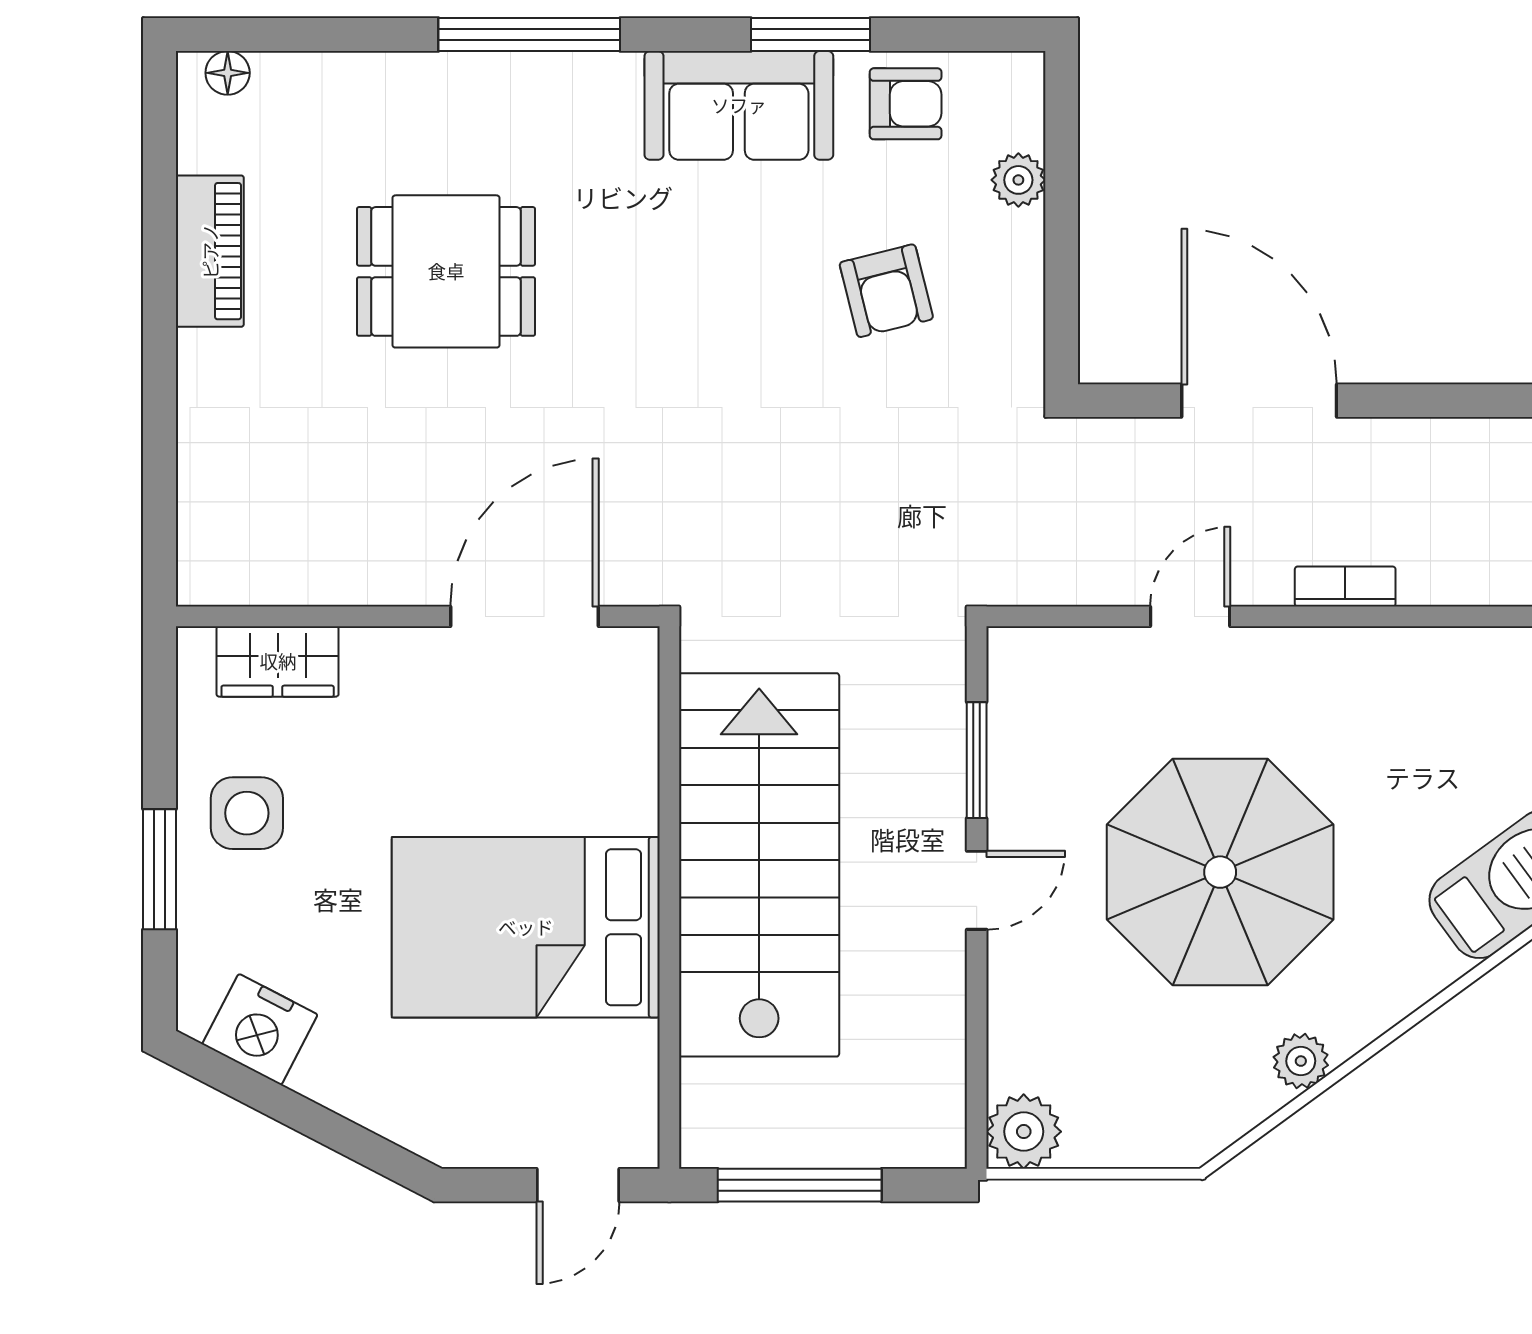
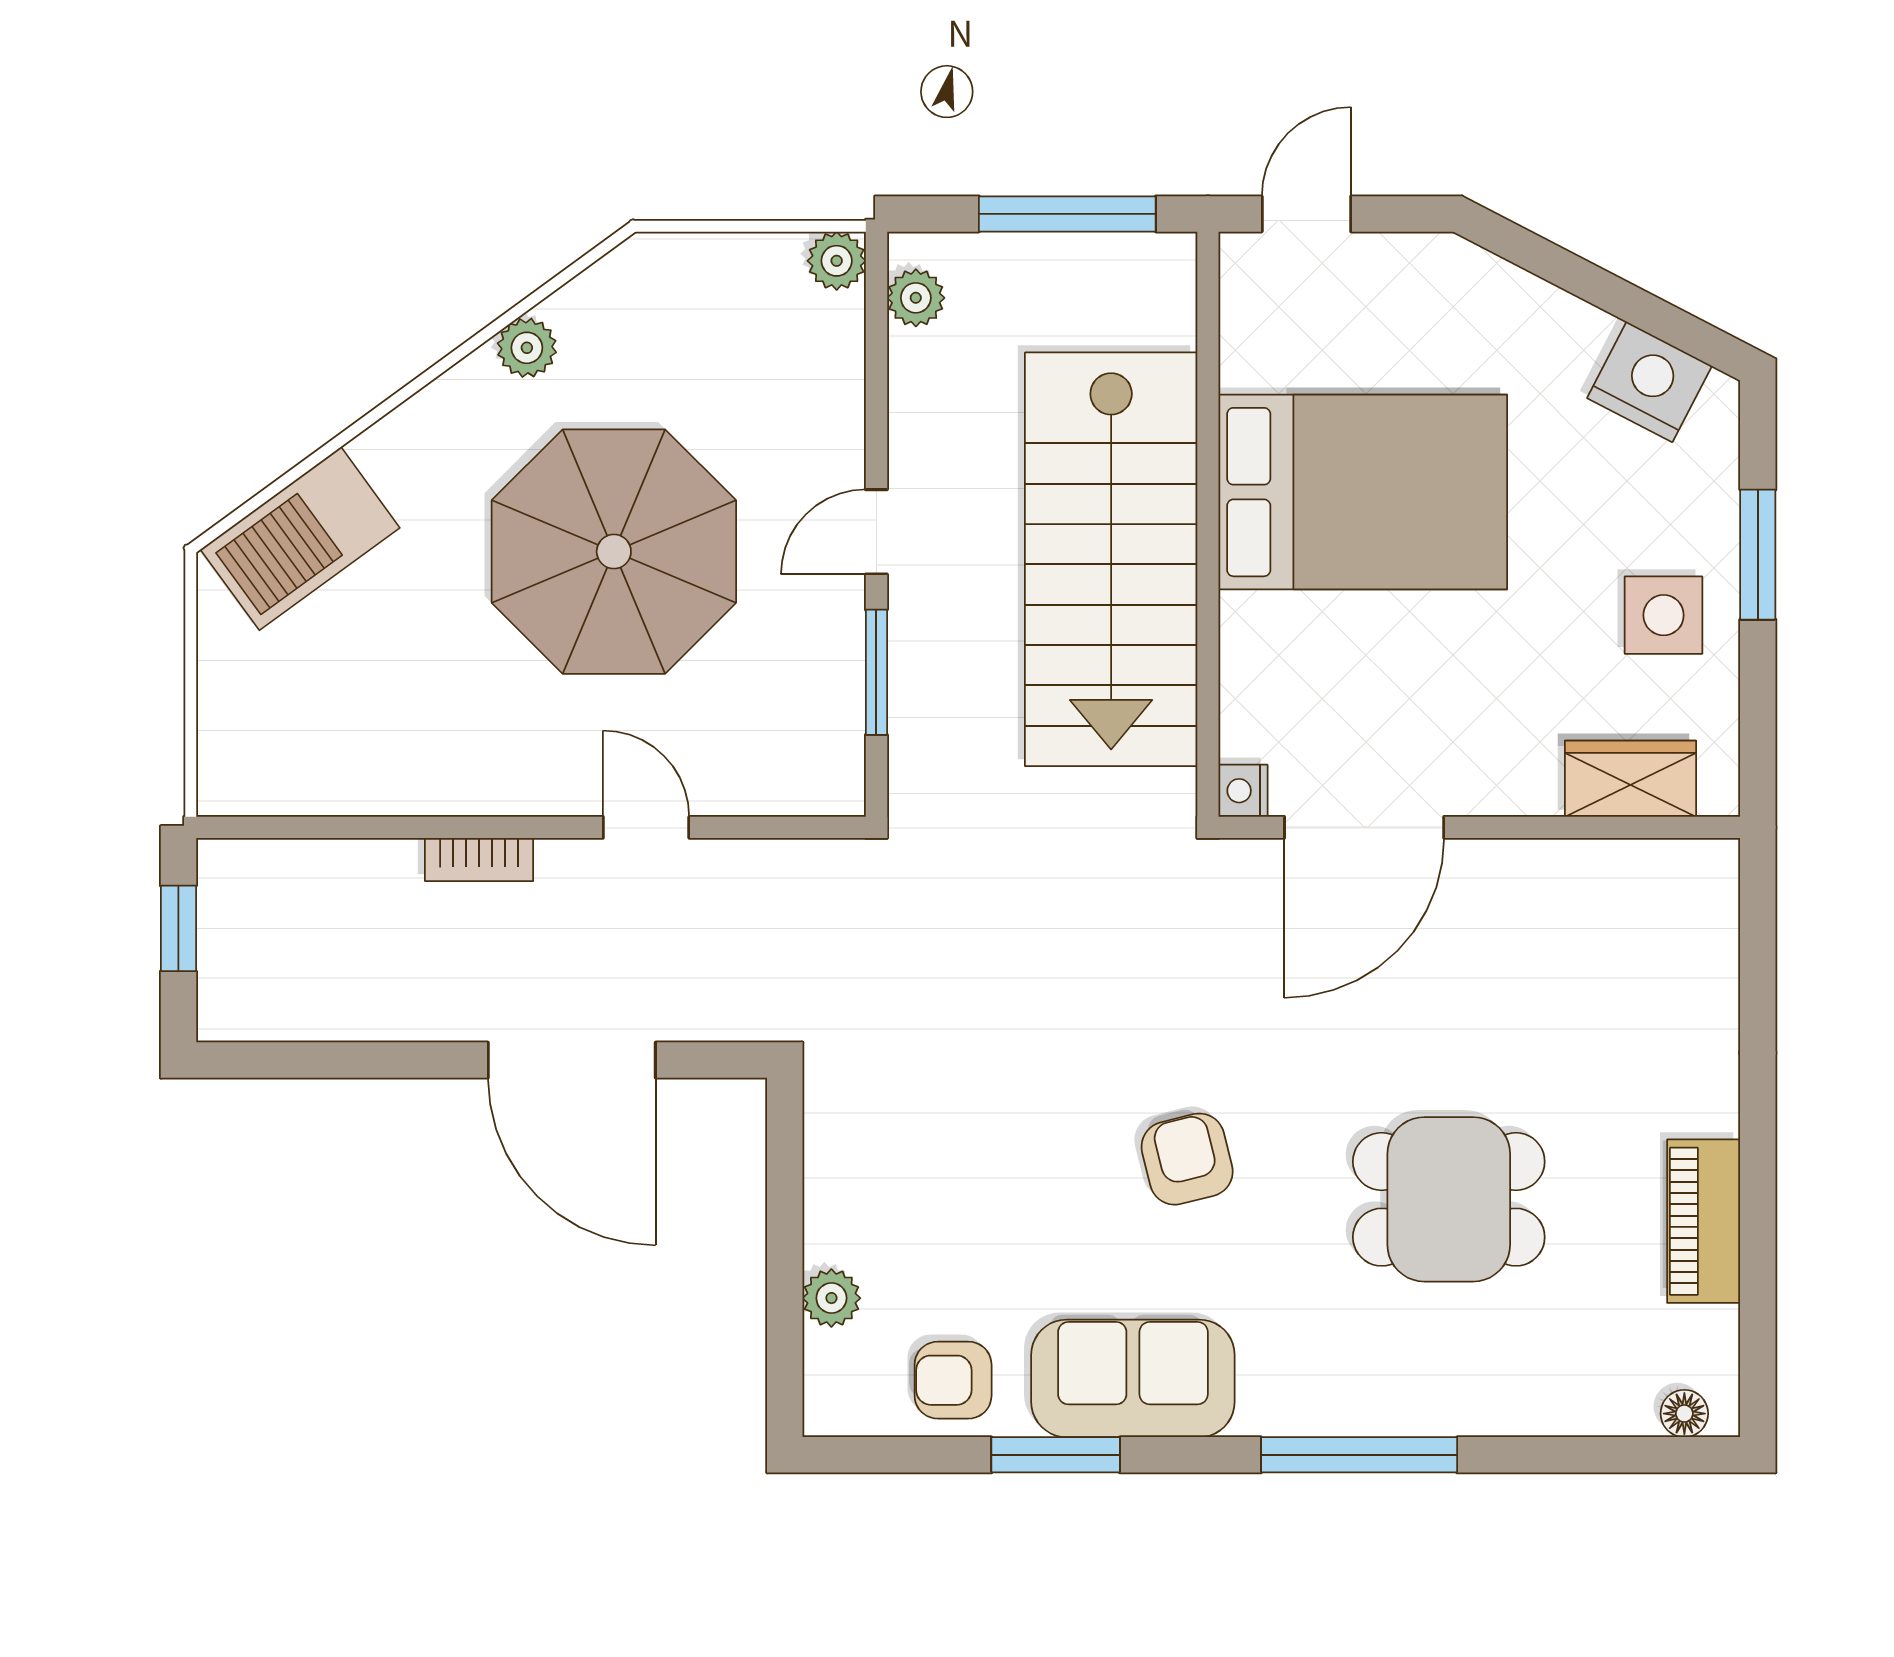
armchair: (886, 291) -> (1187, 1159), moved
door: (1190, 616) -> (646, 827), swing flipped
nightstand: (637, 650) -> (1243, 791), added
plant: (940, 1107) -> (916, 298), added
plant: (1024, 1132) -> (837, 261), width x0.73, depth x0.73

